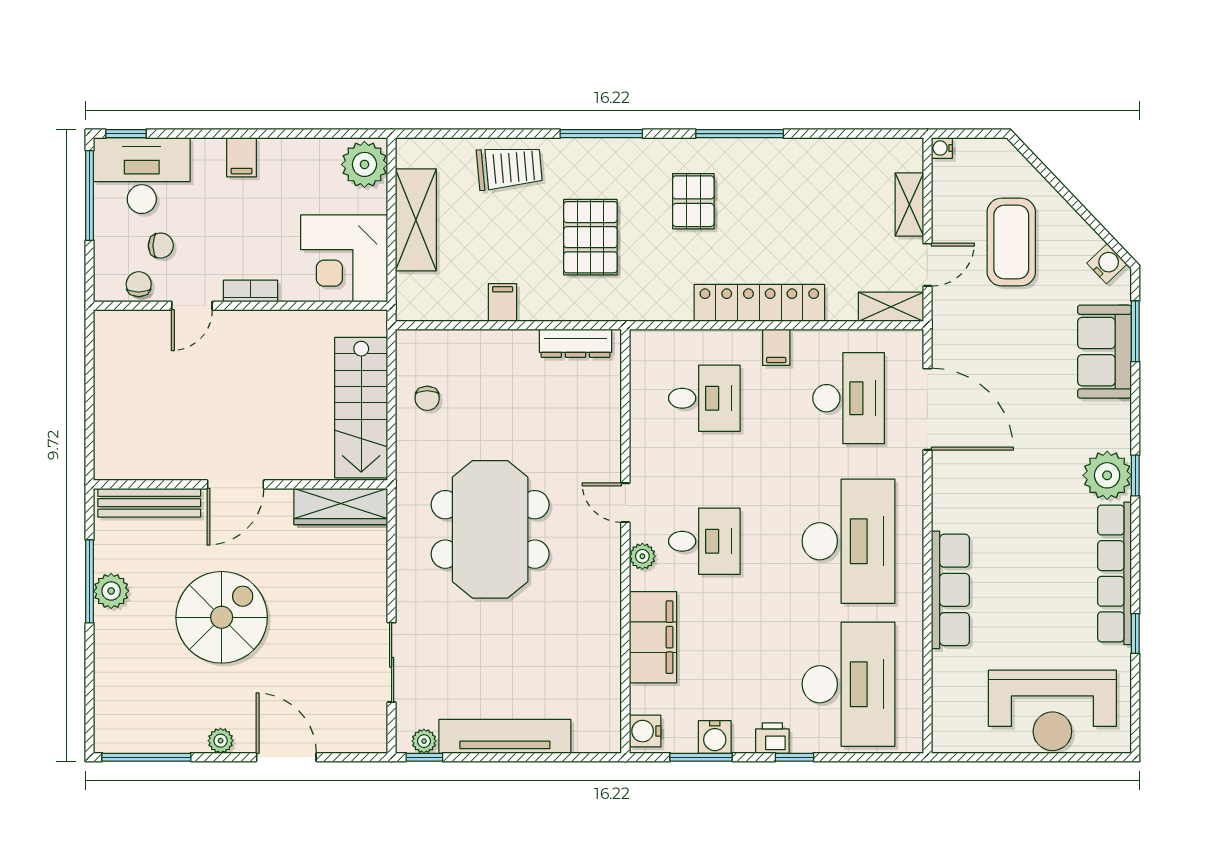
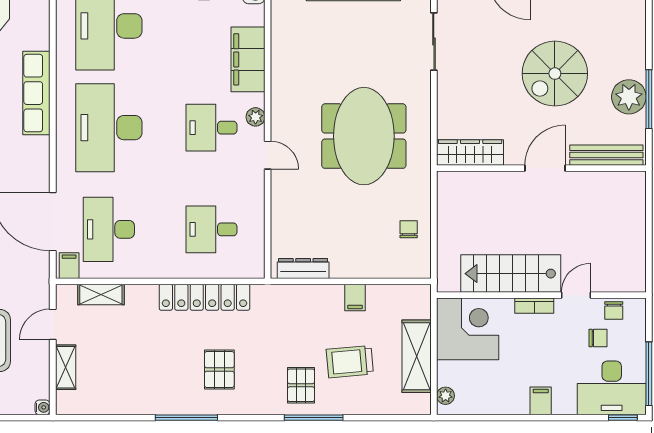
window: (601, 134) -> (314, 418), moved
plant: (364, 164) -> (446, 396), width x0.53, depth x0.53
trolley: (509, 168) -> (350, 362), moved
pallet: (590, 237) -> (301, 385), moved, width x0.67, depth x0.71
chair: (161, 246) -> (598, 338), turned 180
locker: (759, 303) -> (204, 297), moved
shelving: (891, 307) -> (101, 294), moved
filing cabinet: (776, 347) -> (69, 266), moved
stairs: (361, 408) -> (511, 274), moved, turned -90
plant: (111, 591) -> (629, 97), width x1.36, depth x1.36

